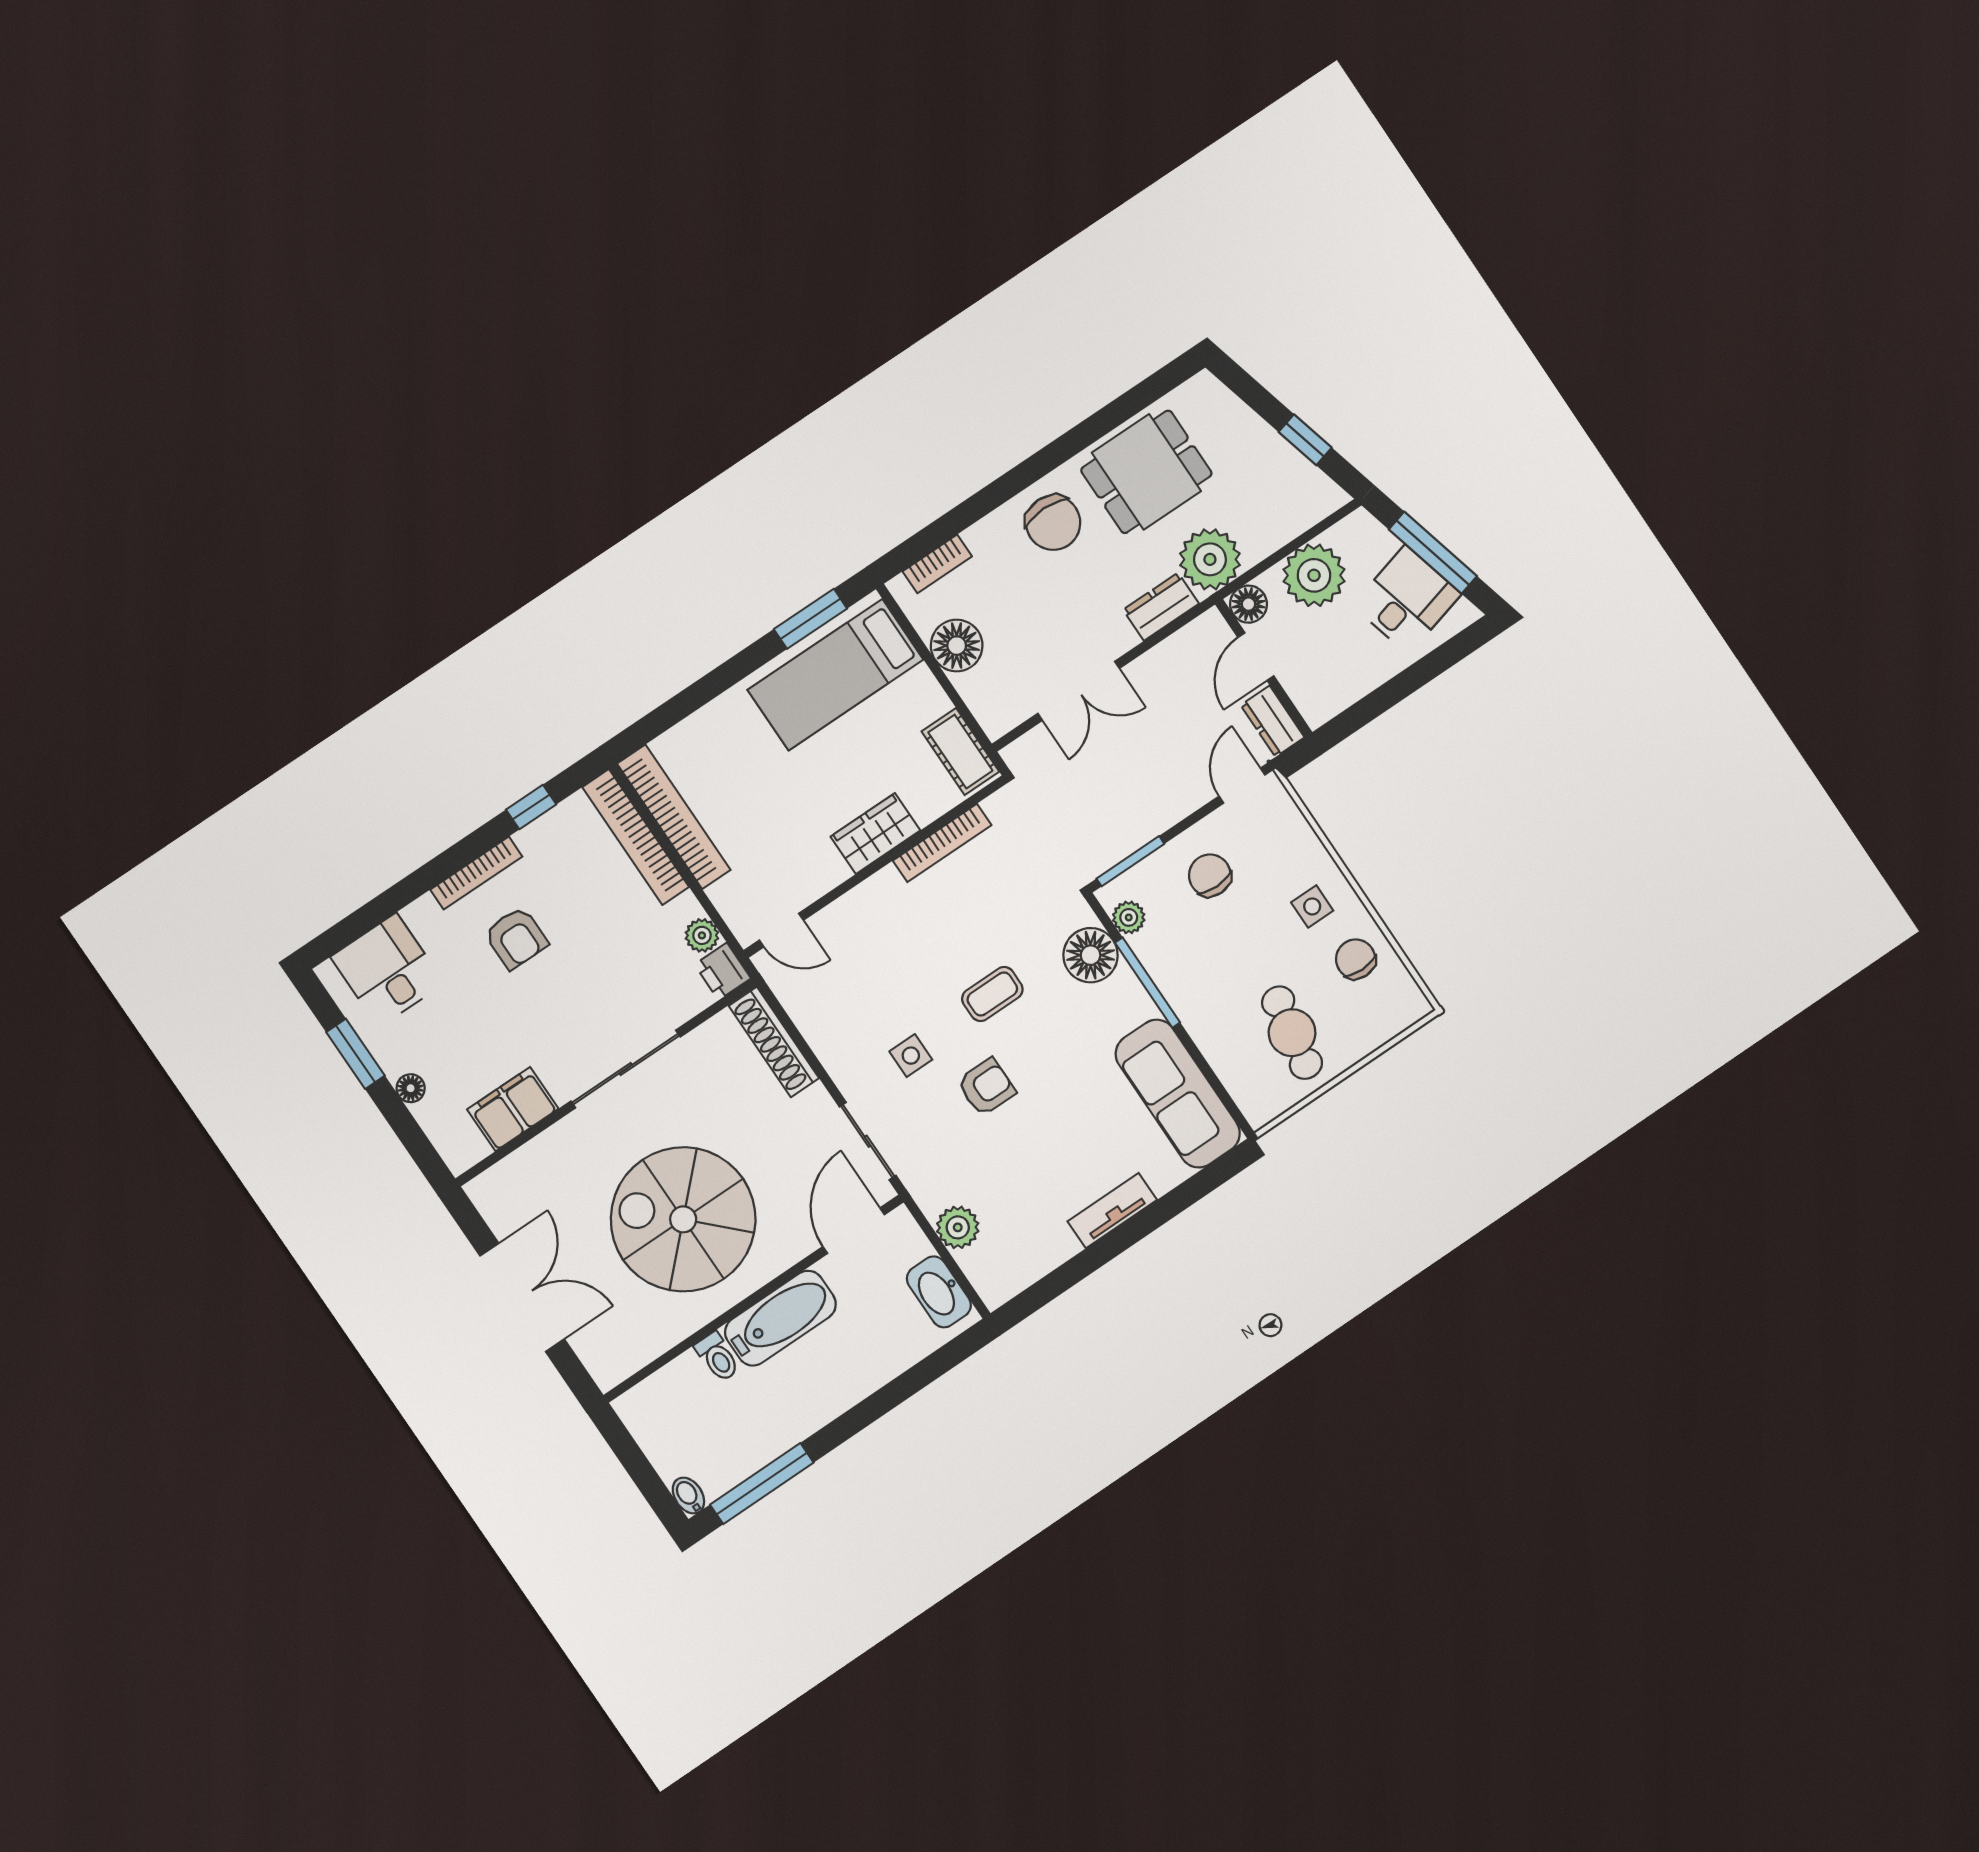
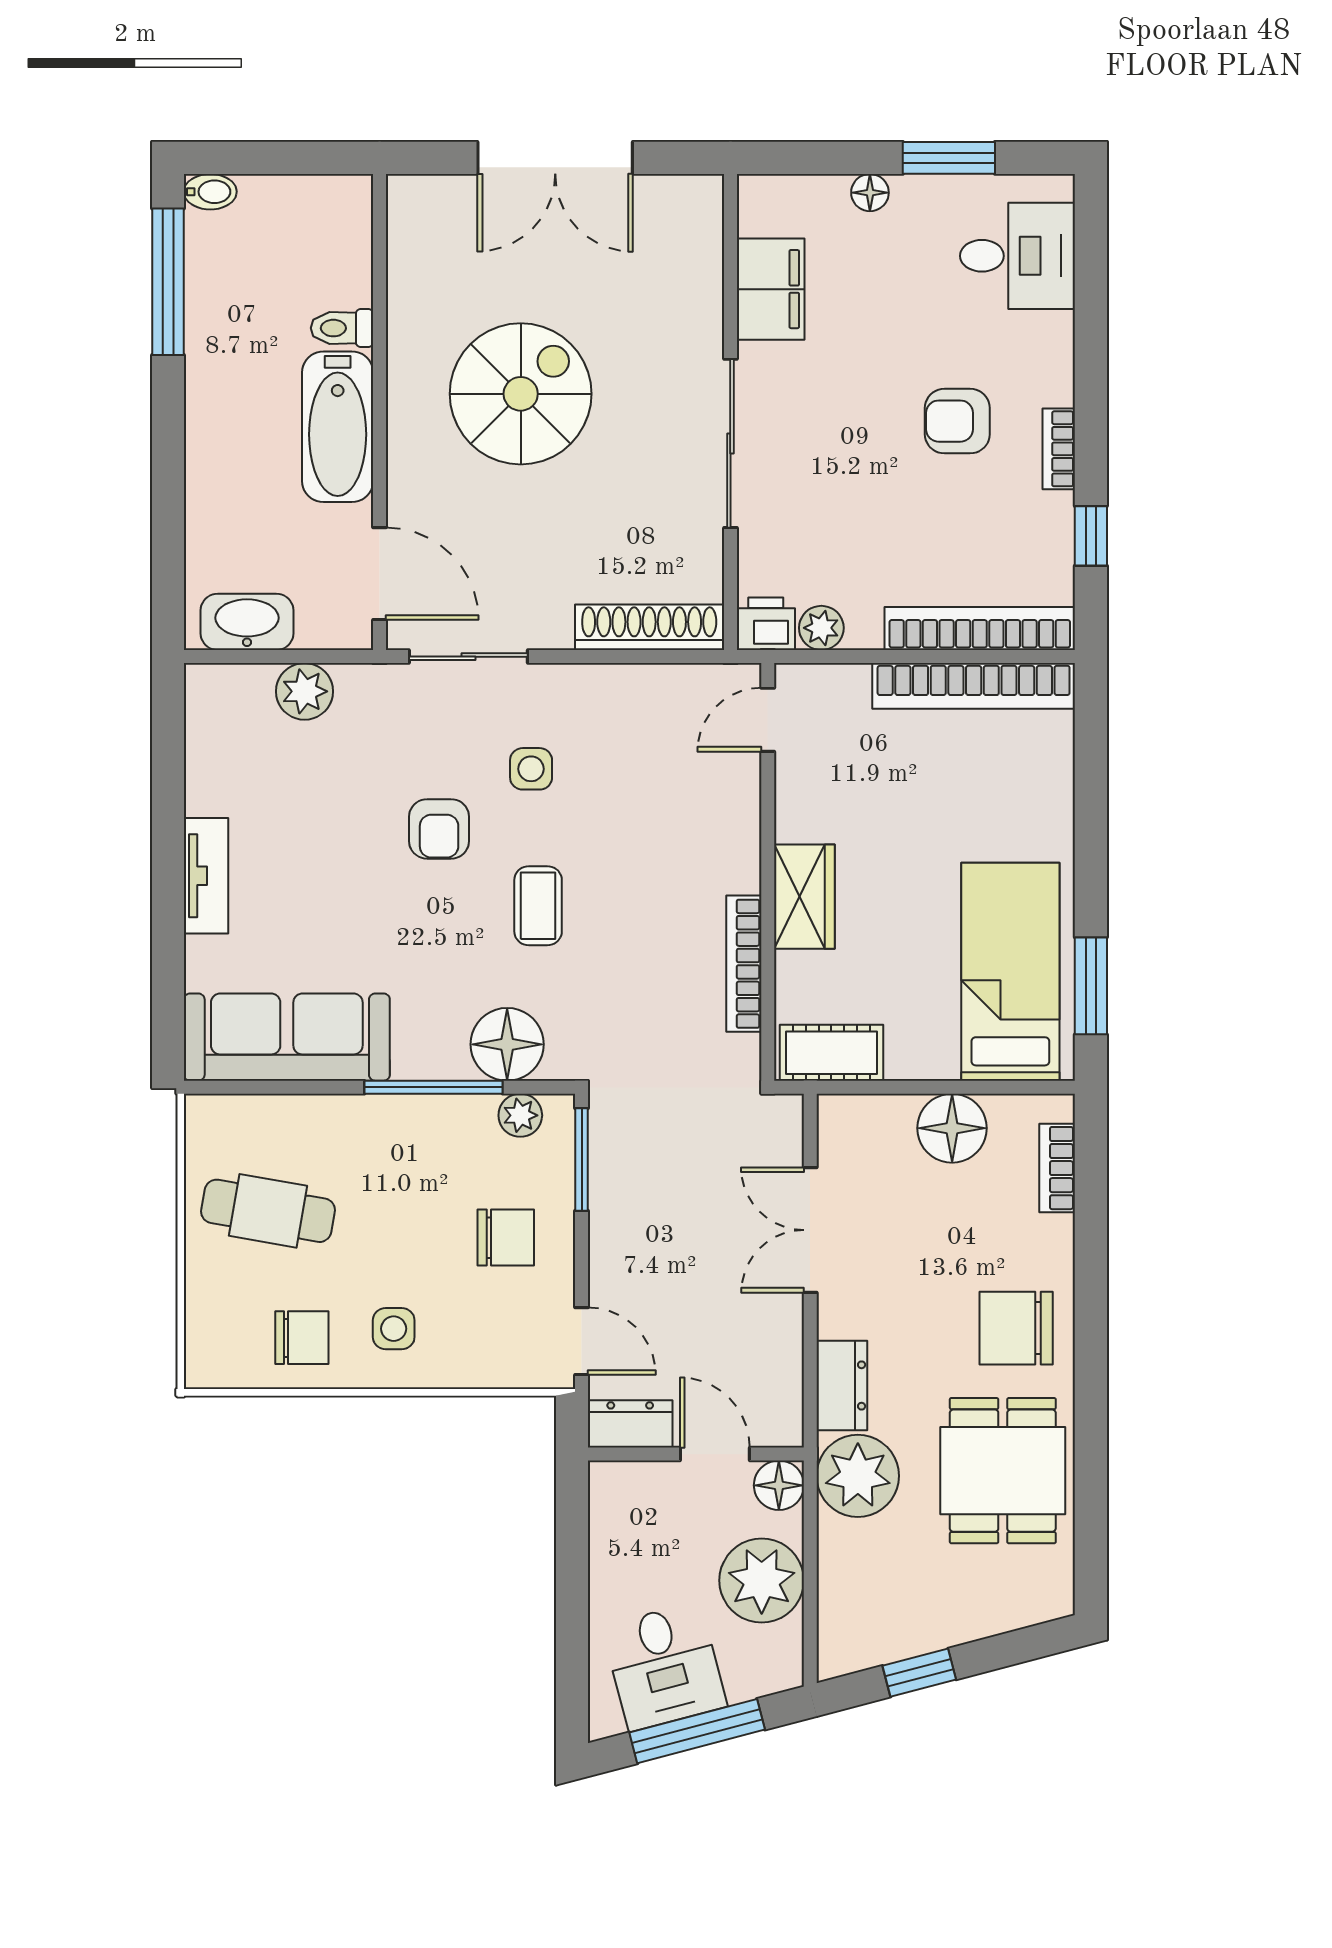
bookcase: (476, 873) -> (1059, 449), width x0.64
spiral stairs: (683, 1219) -> (521, 394), width x0.73, depth x0.73

